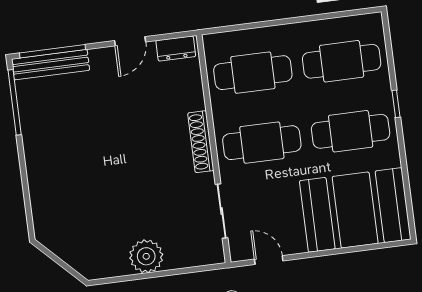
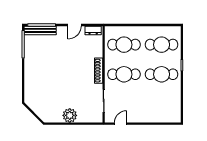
booth: (355, 210) -> (159, 107), removed
door: (269, 260) -> (121, 124), hinge flipped

